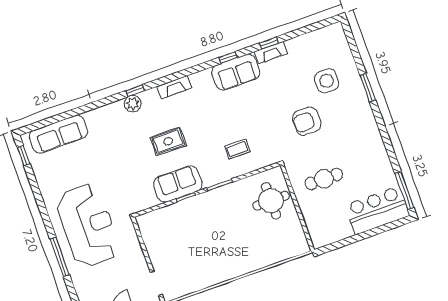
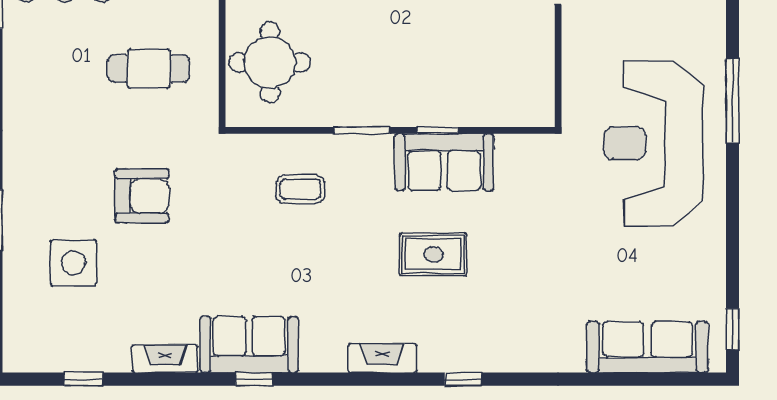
window: (269, 43) -> (83, 379), moved
plant: (133, 104) -> (477, 355), removed

